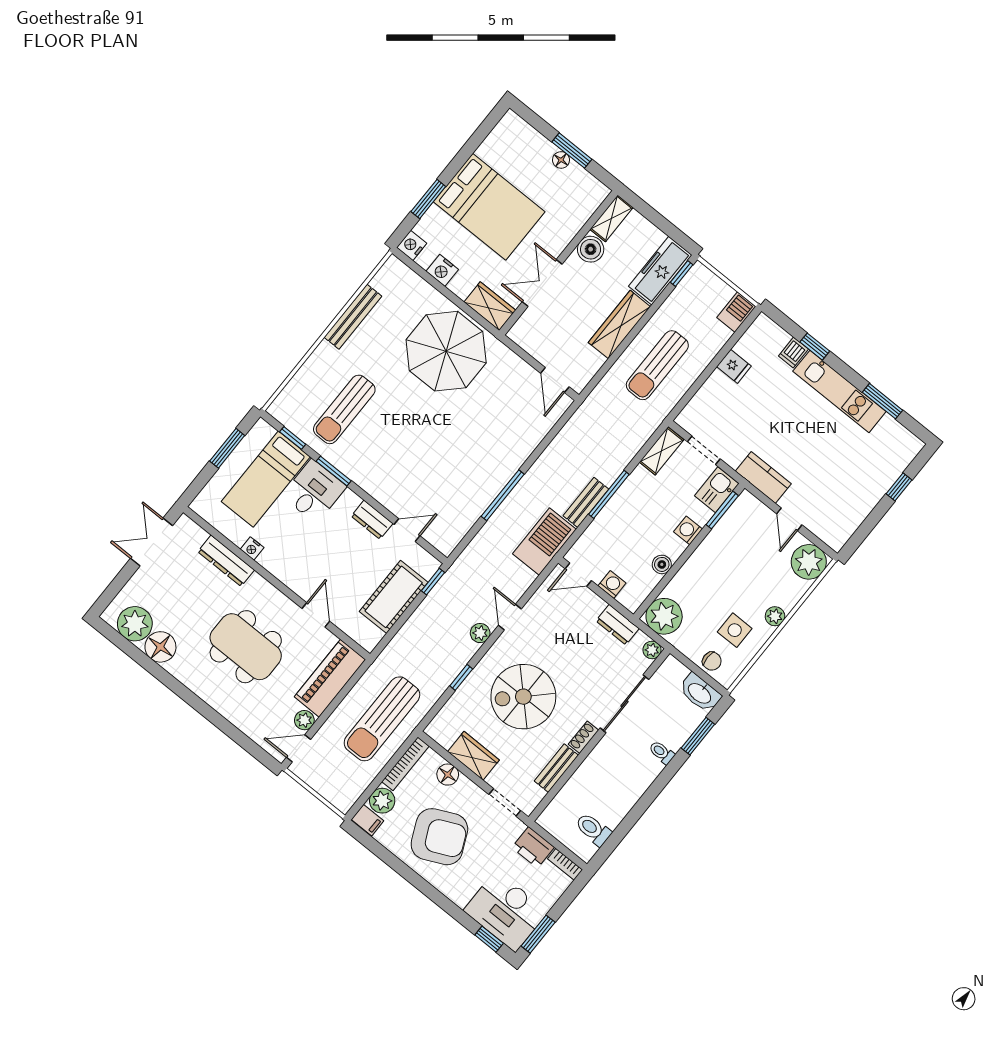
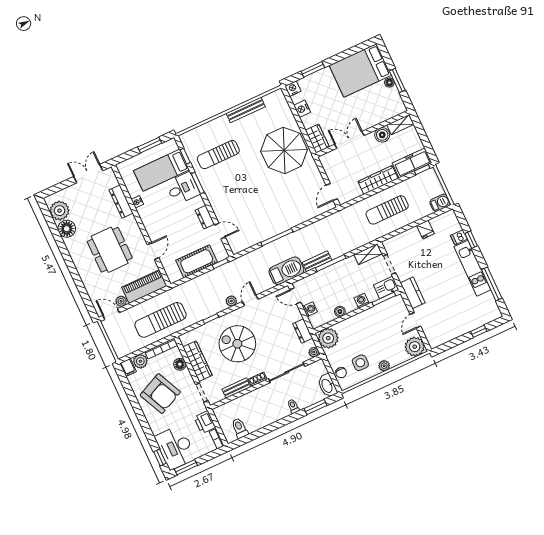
bed: (489, 207) -> (360, 70), moved, turned 90
window: (882, 401) -> (492, 284), width x1.44
wardrobe: (473, 756) -> (197, 361), width x1.50

